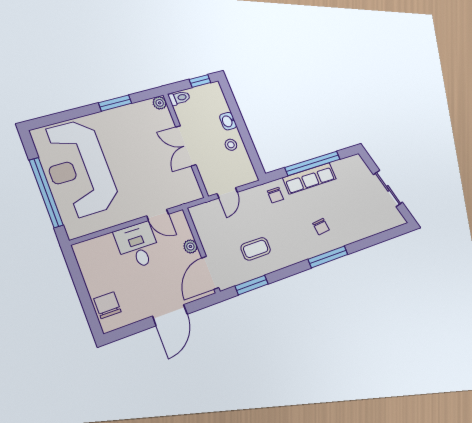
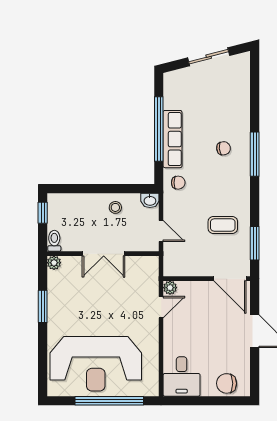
washbasin: (228, 121) -> (150, 200), moved
desk: (138, 245) -> (182, 376), moved, turned -90
plant: (190, 246) -> (170, 288), moved
coffee table: (256, 249) -> (223, 225), turned 90

